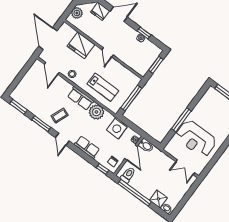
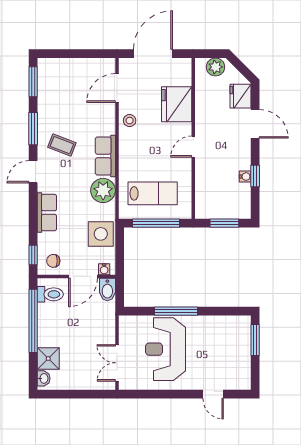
lab bench: (103, 87) -> (153, 193), moved, turned -90

